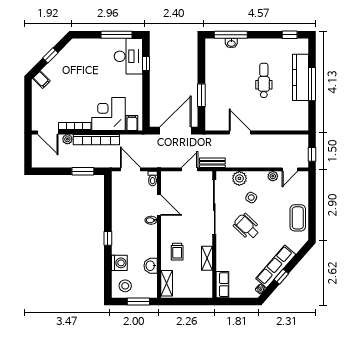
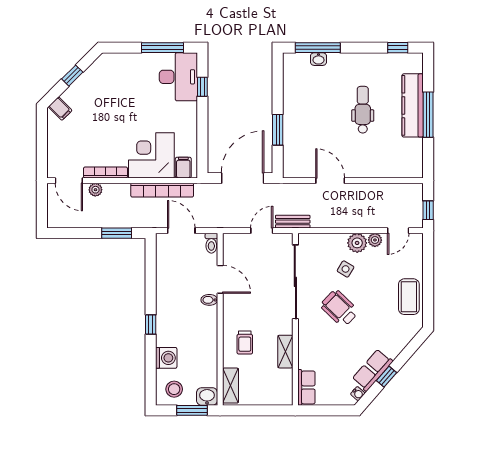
bookcase: (96, 140) -> (162, 190), moved
plant: (239, 178) -> (357, 243), moved
washbasin: (151, 266) -> (207, 397), moved, turned 90
row of seats: (276, 266) -> (372, 370), width x0.68

